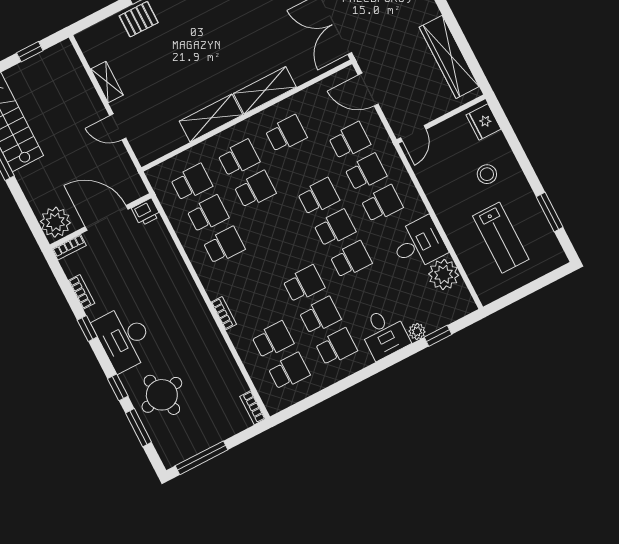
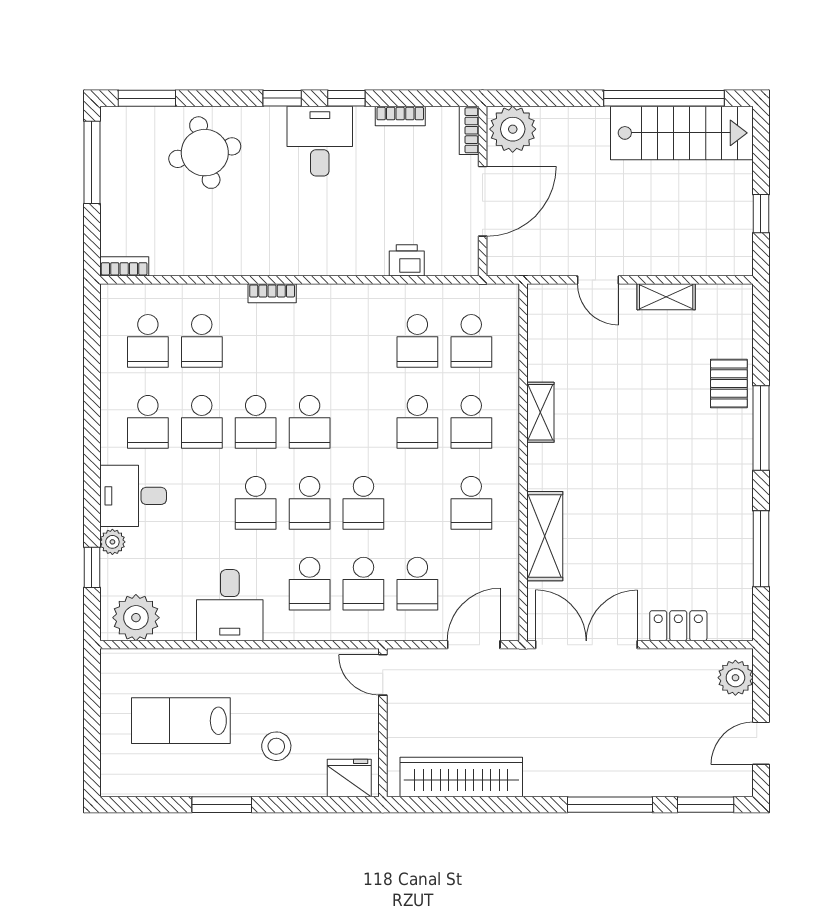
shelving: (265, 90) -> (545, 536), moved
shelving: (211, 118) -> (540, 412), width x0.67, depth x0.75
door: (118, 127) -> (598, 280), swing flipped
printer: (146, 212) -> (407, 260), moved, turned 90
window: (550, 212) -> (222, 805), moved
school desk: (224, 245) -> (310, 422), moved
plant: (444, 275) -> (136, 618), moved
desk: (124, 338) -> (320, 141), width x0.73
window: (118, 387) -> (282, 98), moved
window: (139, 428) -> (147, 98), moved

